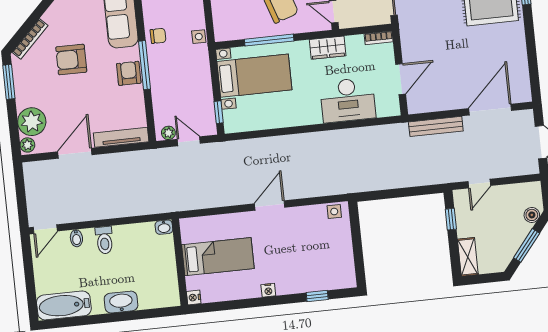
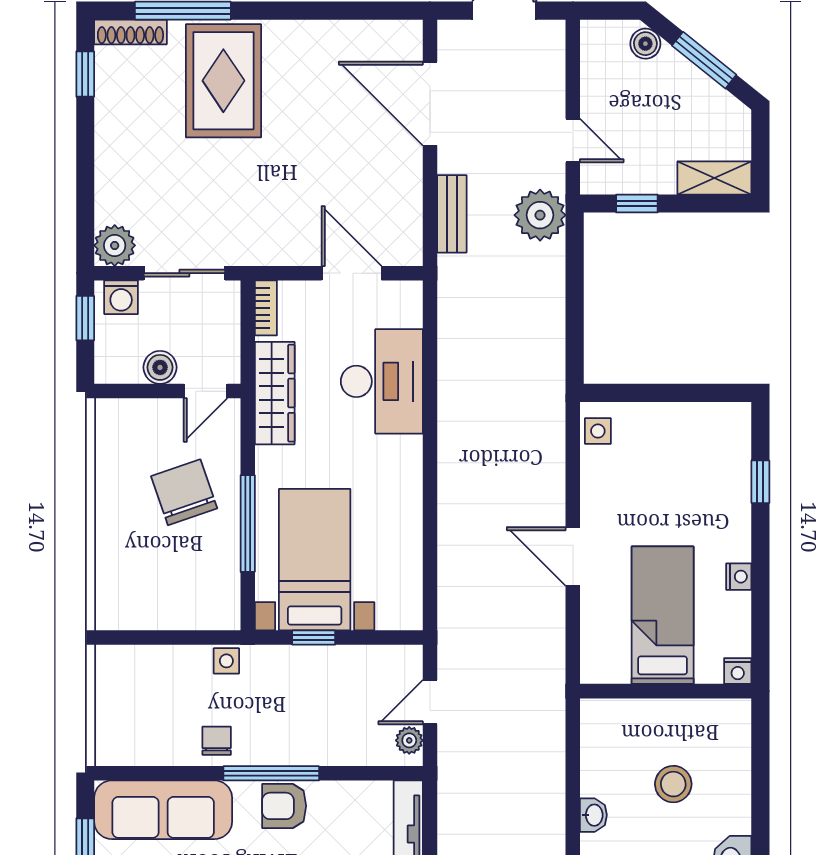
wardrobe: (328, 48) -> (275, 393), width x1.50
window: (219, 112) -> (314, 638), moved
bench: (436, 126) -> (452, 214), width x0.73
plant: (440, 171) -> (540, 215), added
washbasin: (164, 227) -> (593, 815), moved
bed: (218, 257) -> (663, 615), moved
wall: (180, 262) -> (666, 691), moved
stool: (160, 268) -> (673, 784), added
nightstand: (194, 297) -> (738, 671), moved

